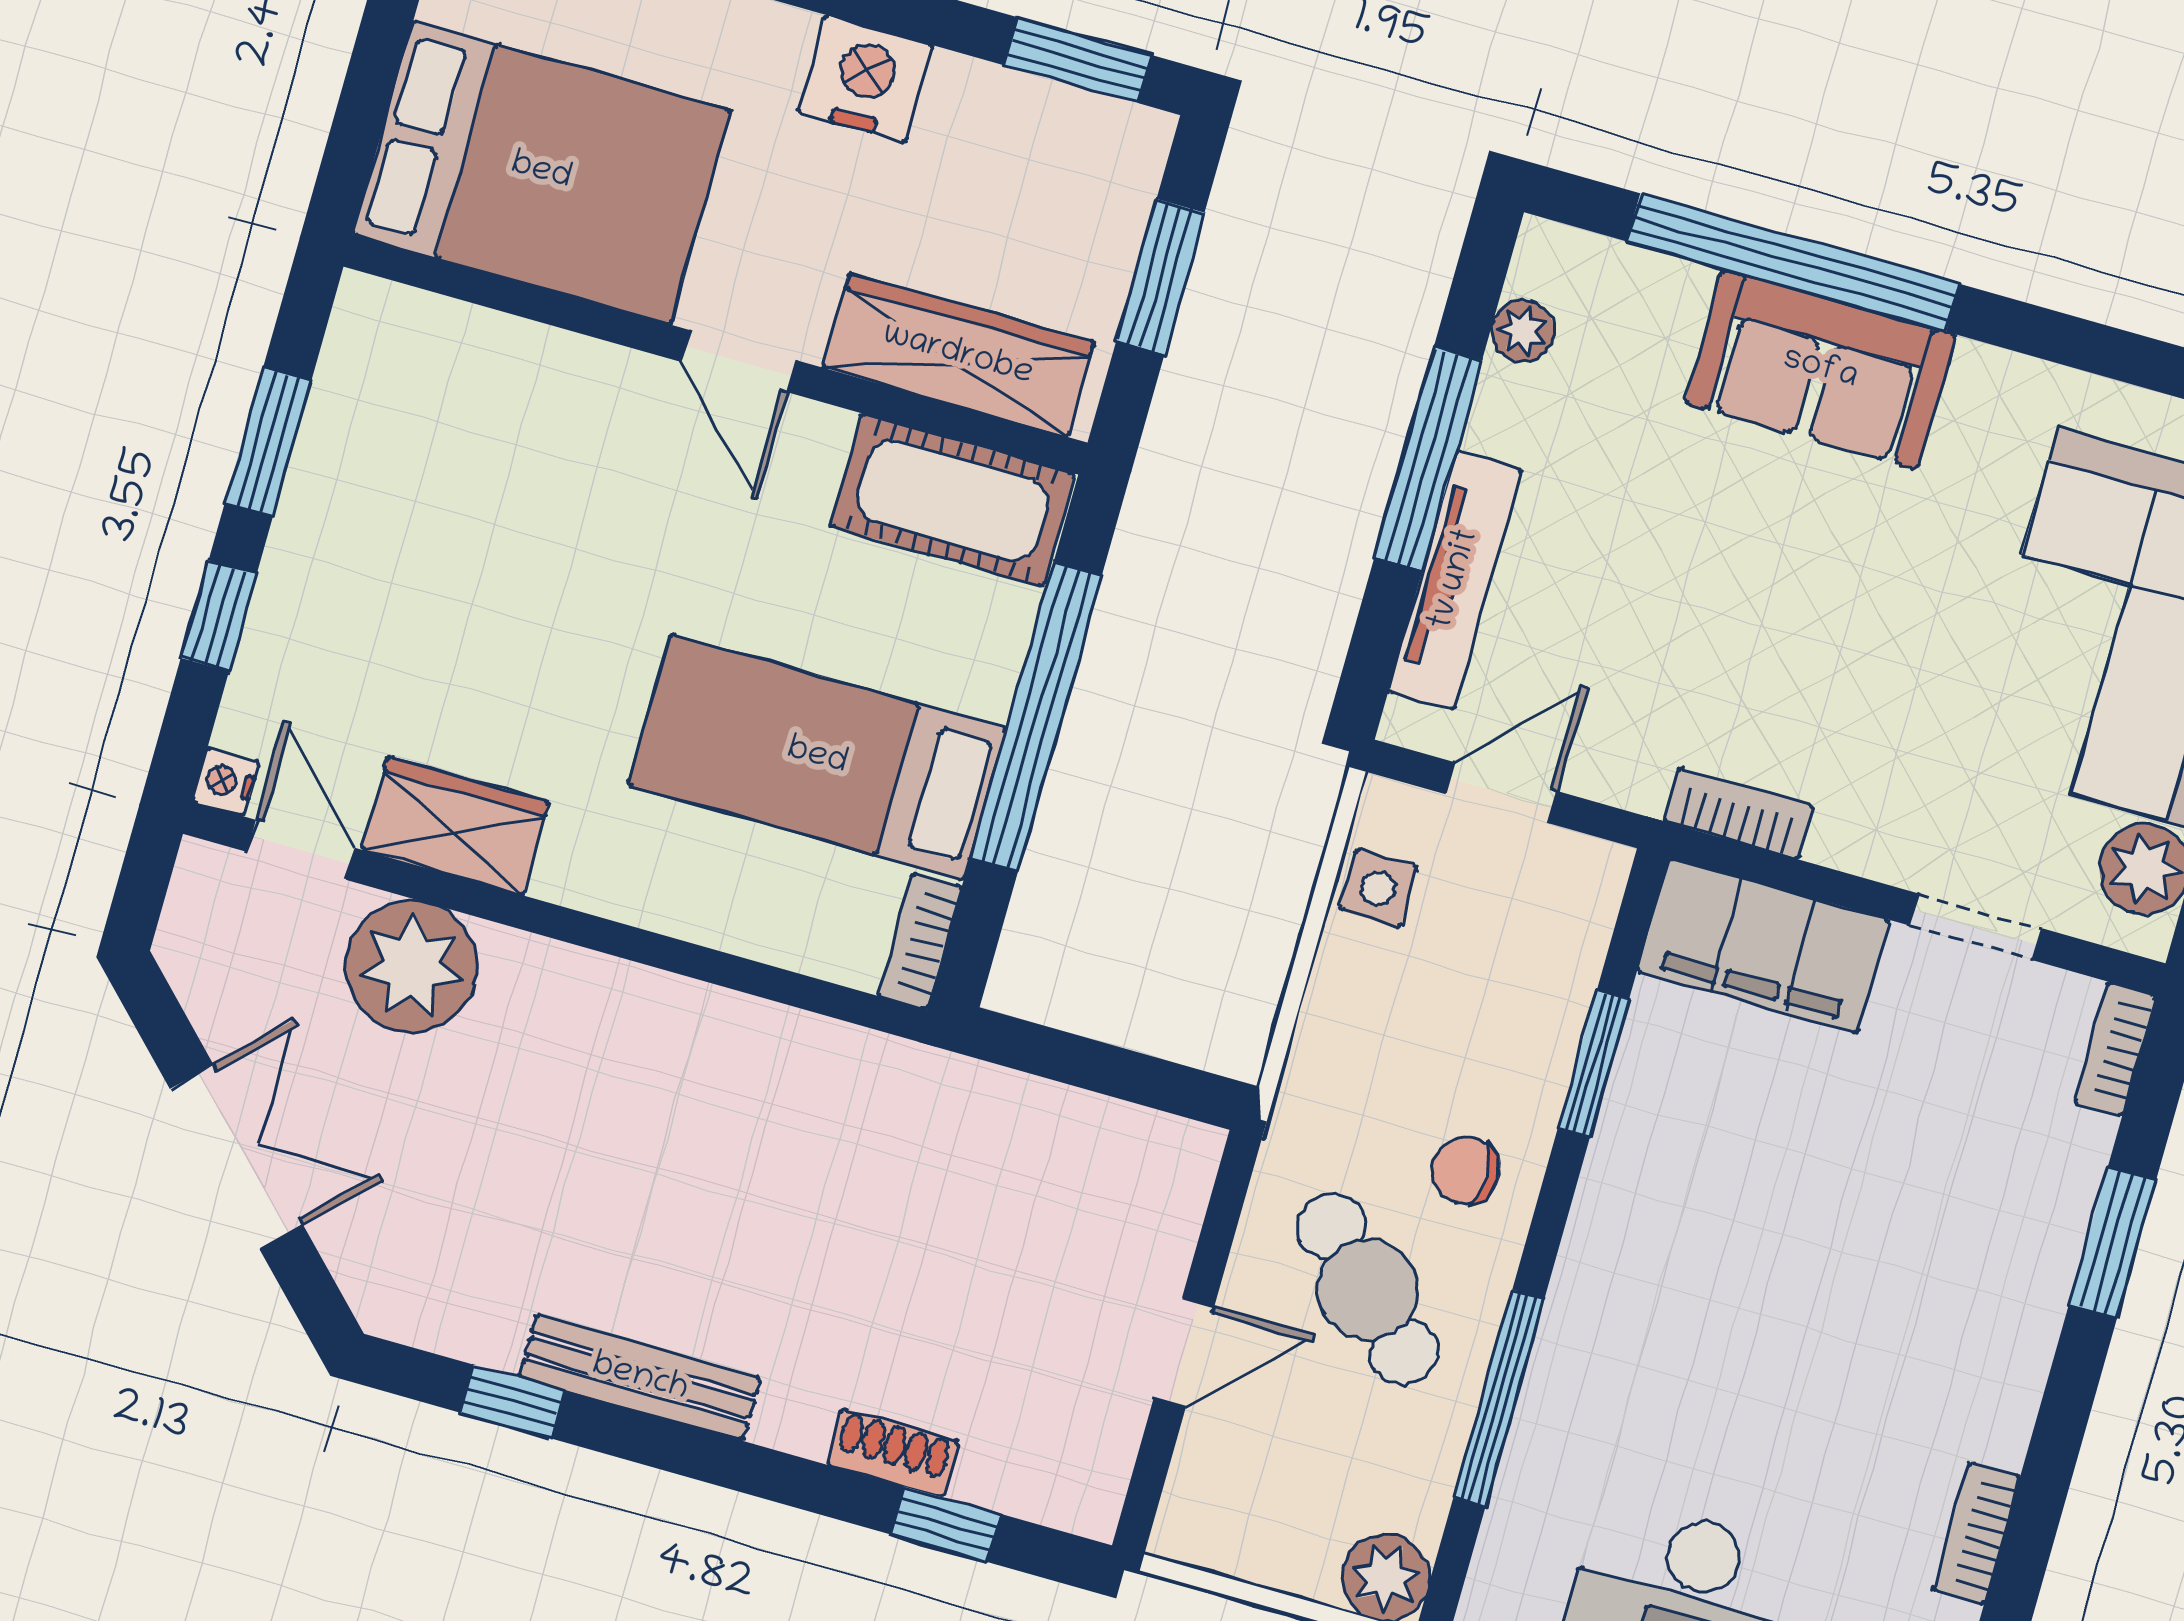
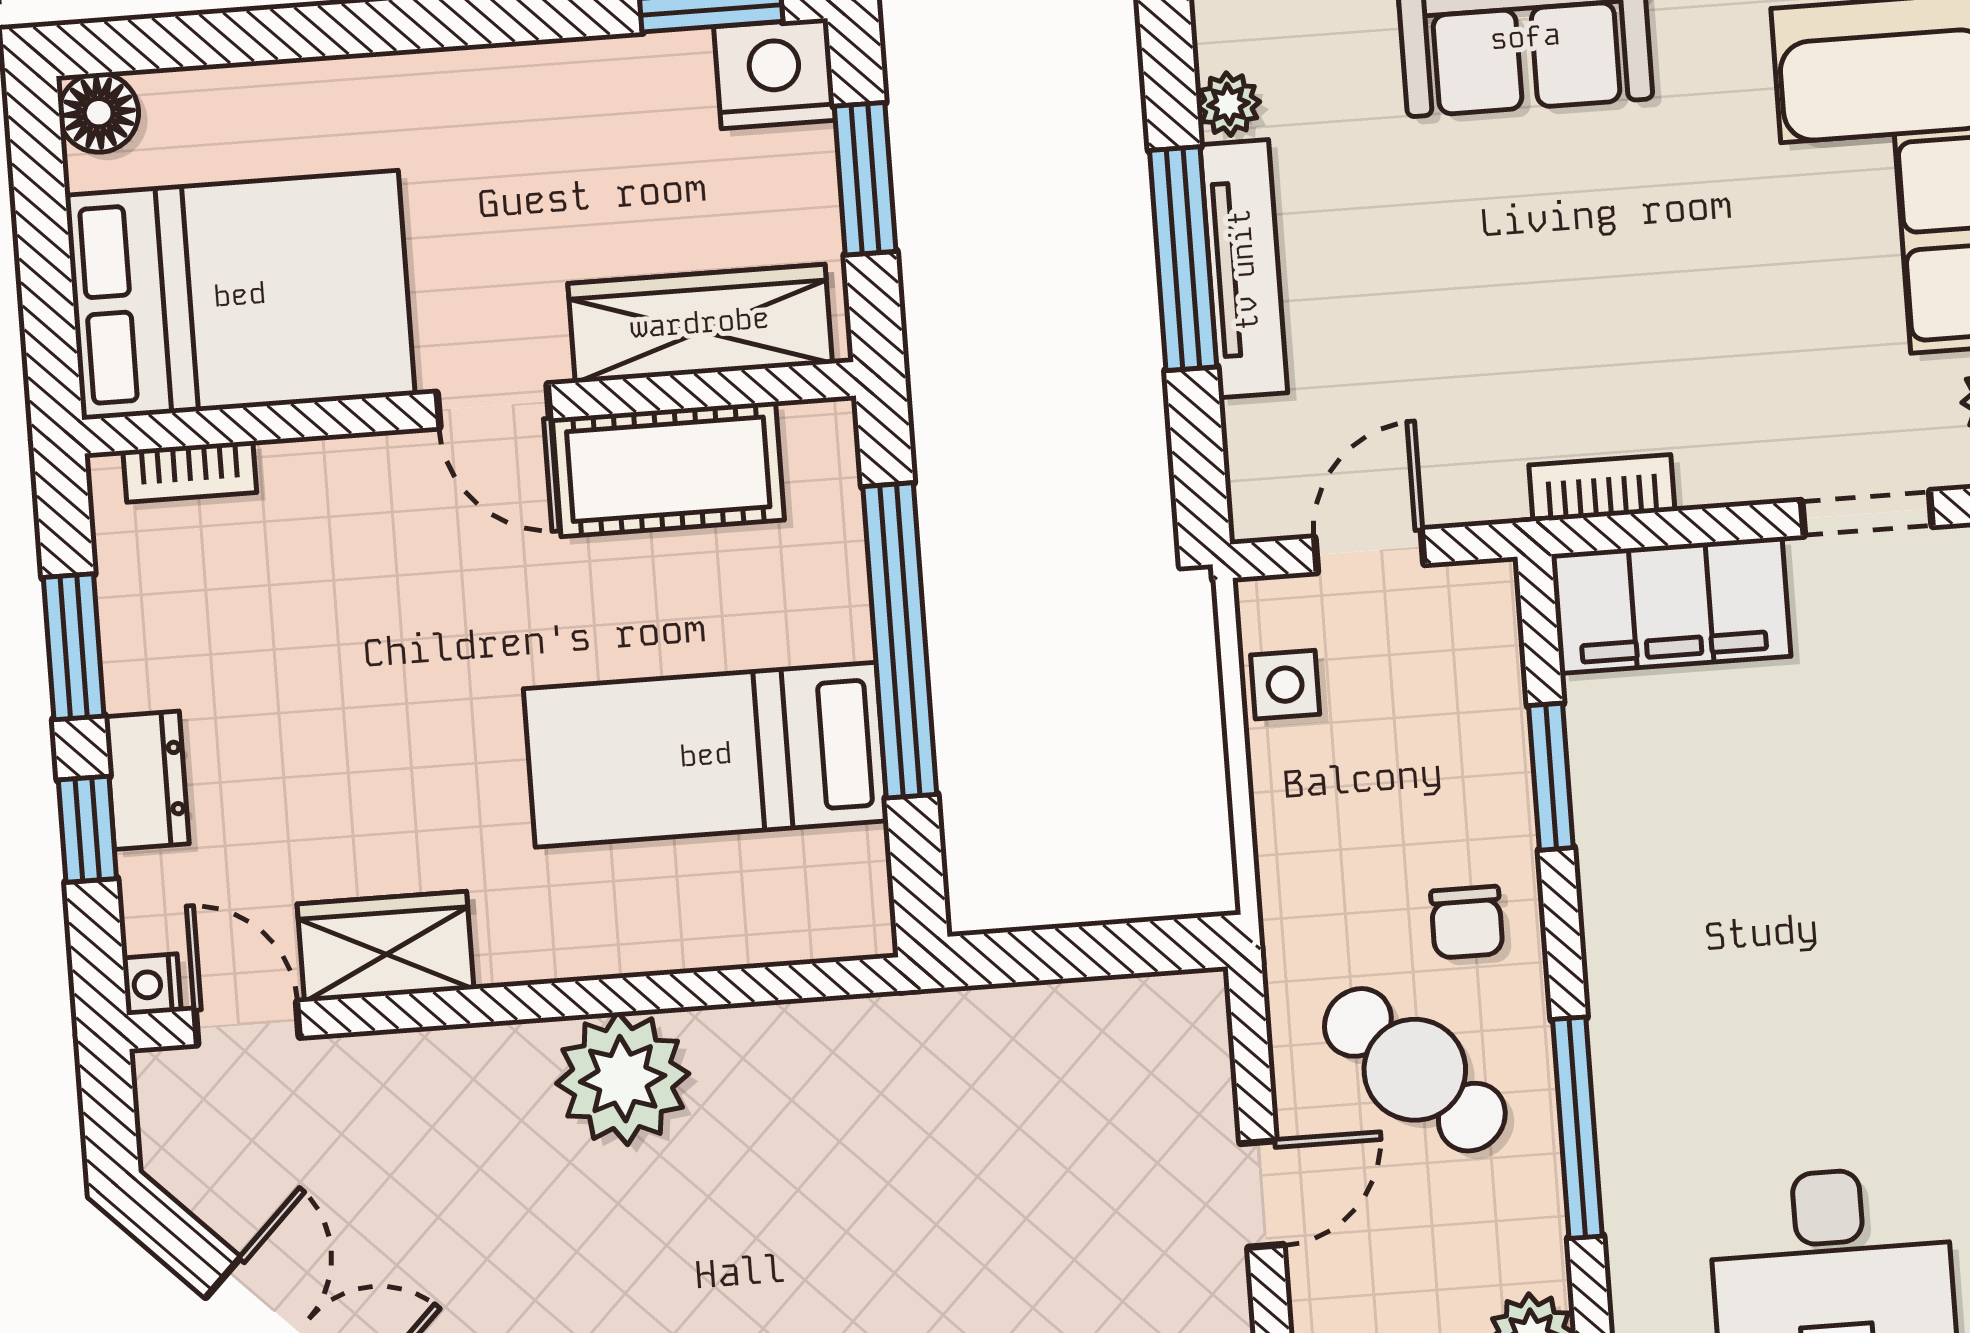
nightstand: (866, 79) -> (775, 73), moved
cot: (952, 500) -> (668, 469), moved
tv unit: (1455, 580) -> (1244, 269), moved
dresser: (290, 591) -> (147, 780), added
bookcase: (920, 941) -> (190, 472), moved, turned -90
plant: (412, 967) -> (623, 1079), moved
chair: (1466, 1170) -> (1467, 922), turned -90

